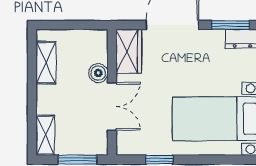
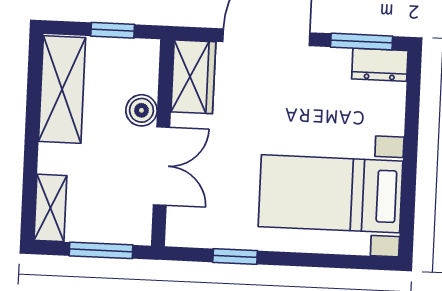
window: (78, 25) -> (113, 30), added
shelving: (46, 63) -> (62, 90), width x1.50, depth x1.33

